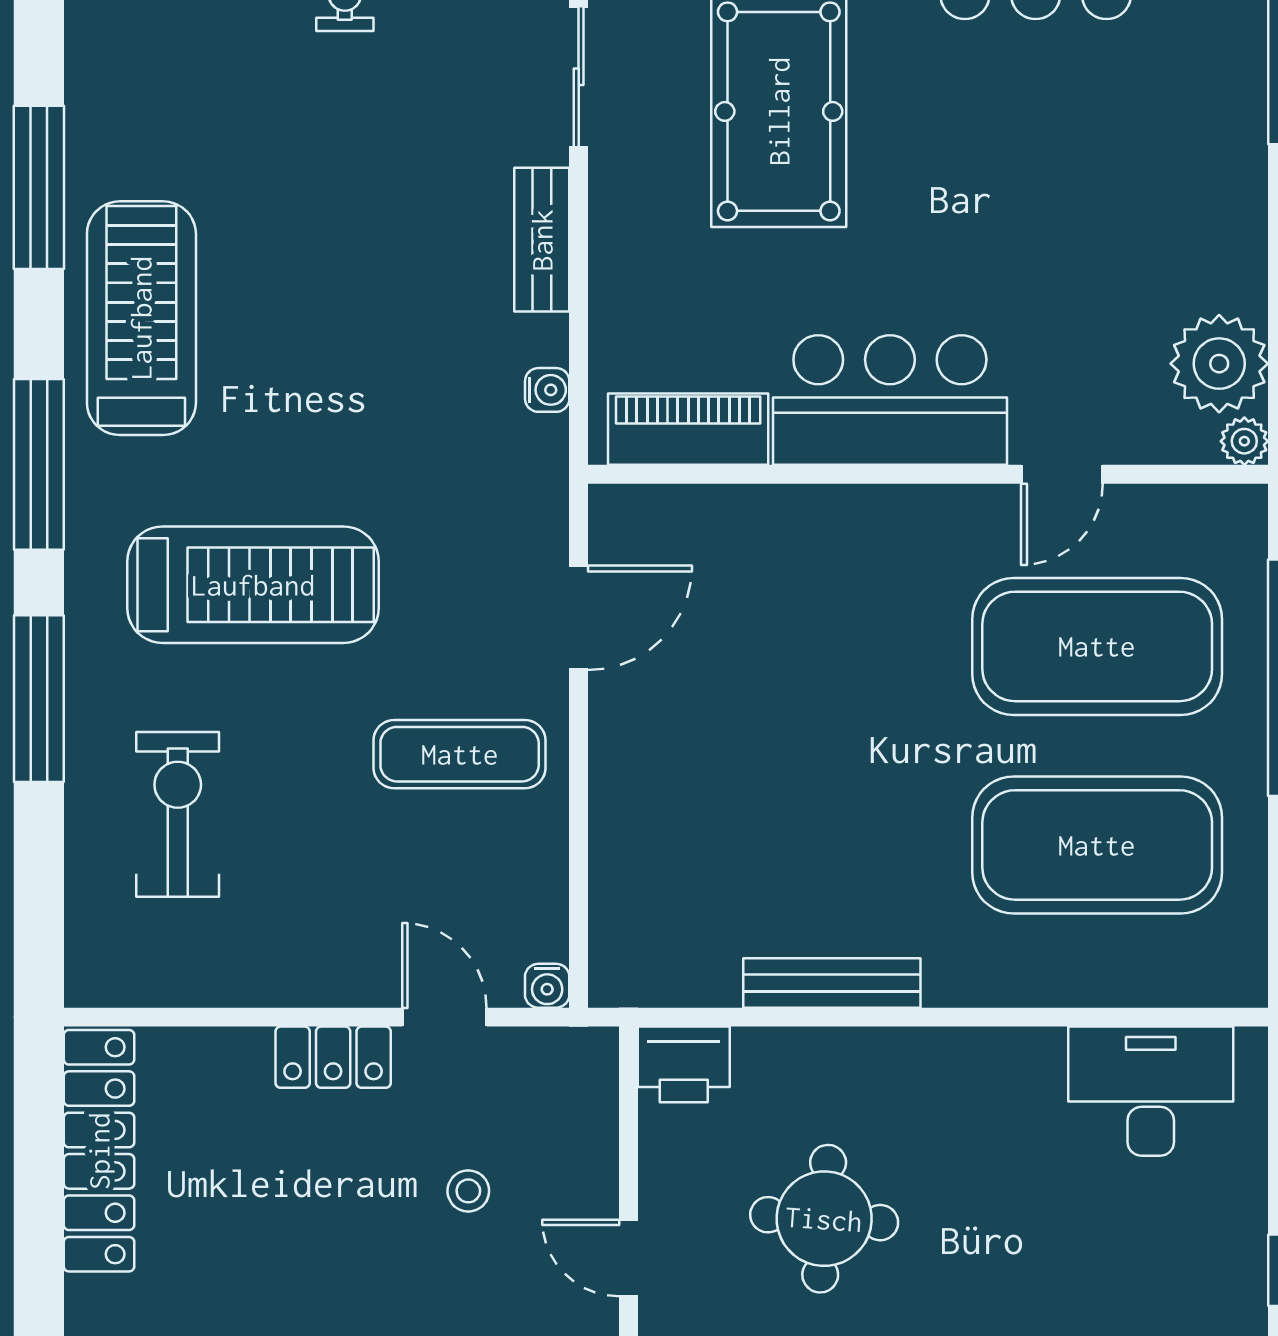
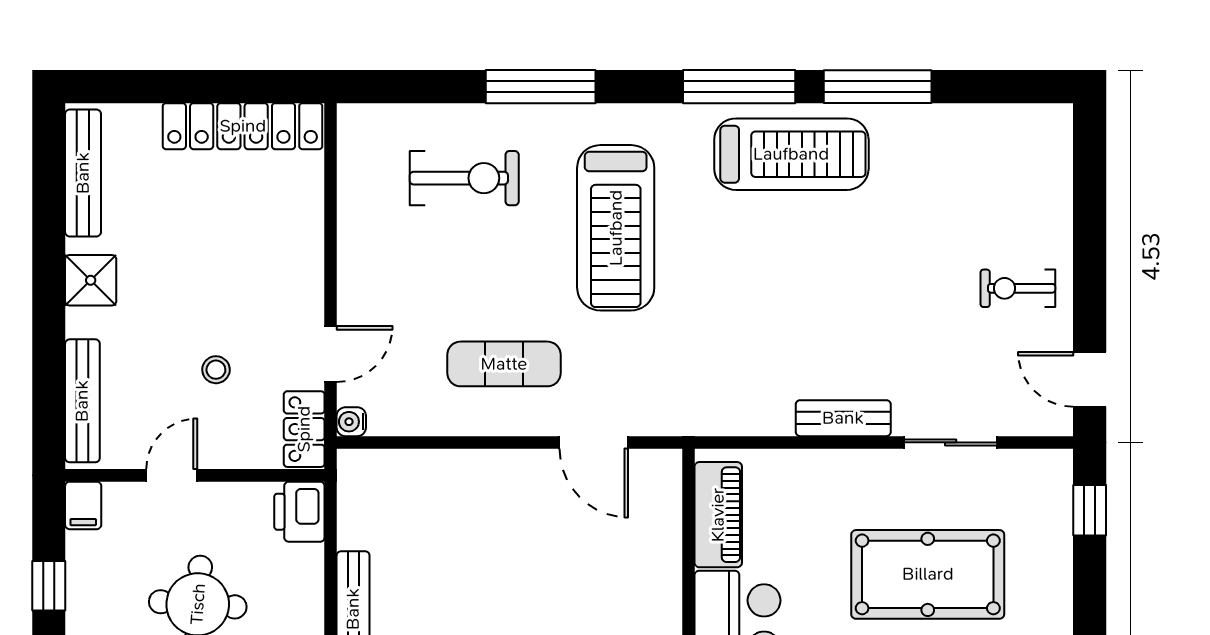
water cooler: (547, 390) -> (744, 422), removed
window: (39, 464) -> (739, 87), moved
exercise mat: (460, 754) -> (504, 364), turned 90
locker: (333, 1057) -> (304, 429), moved

